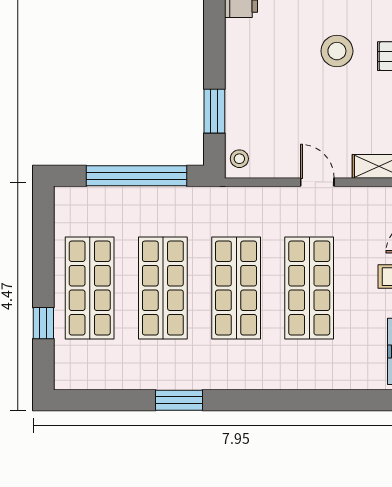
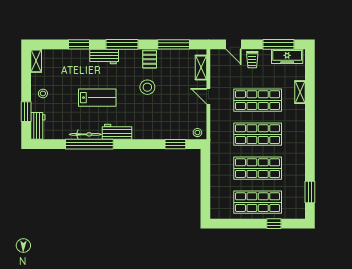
window: (136, 176) -> (205, 180), removed
door: (317, 182) -> (208, 96), hinge flipped
shelving: (326, 379) -> (300, 92), added
window: (179, 400) -> (310, 192), moved

